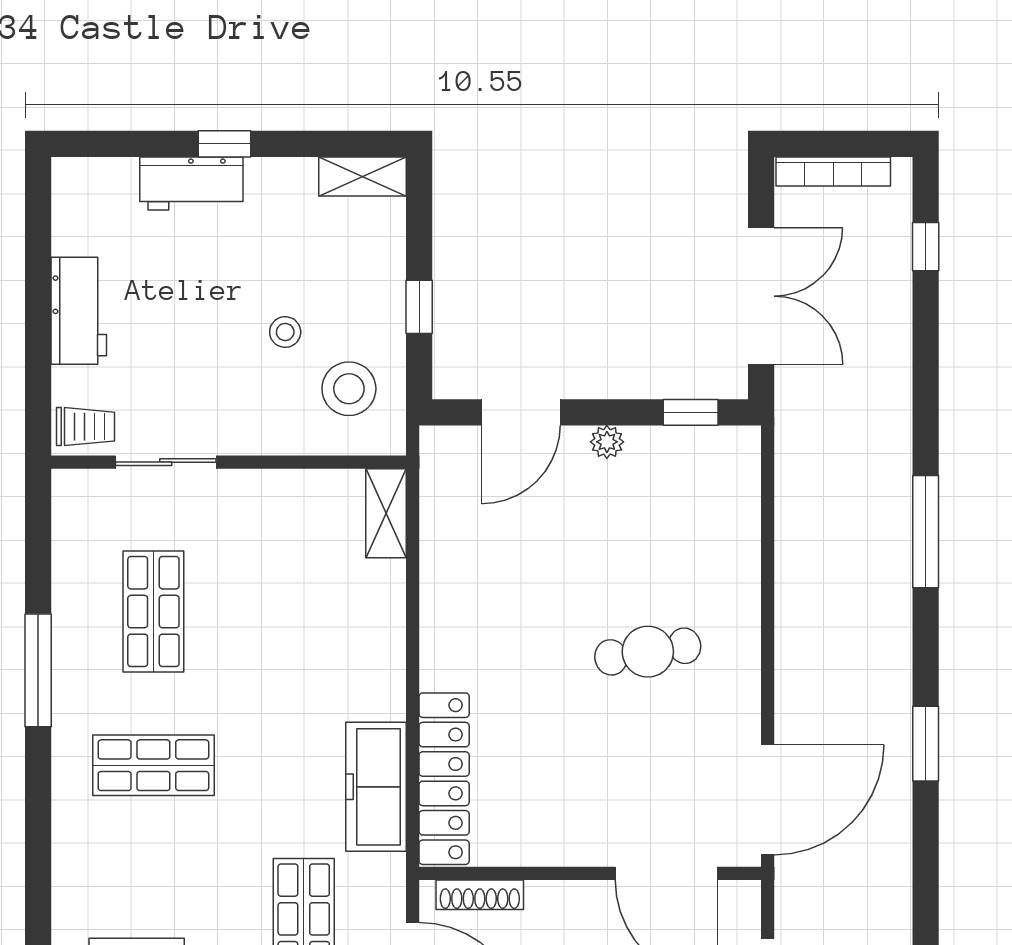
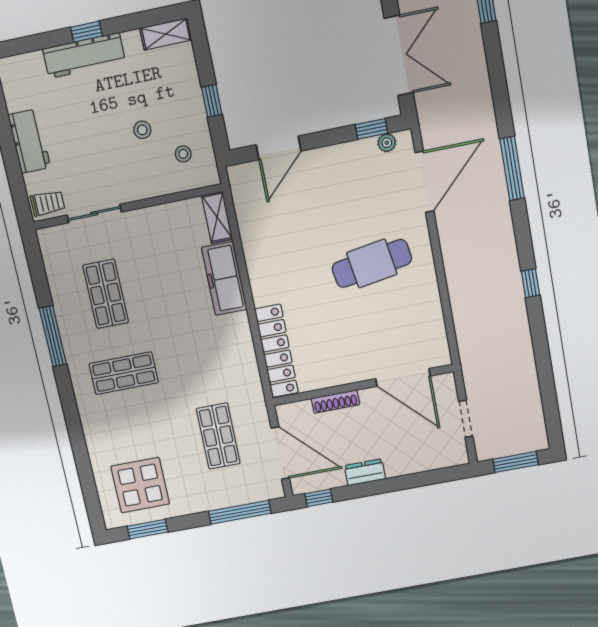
workbench: (191, 183) -> (84, 56), width x1.38
stool: (349, 389) -> (183, 154), width x0.53, depth x0.53
plant: (607, 442) -> (387, 143), moved
cafe table: (648, 652) -> (372, 263), width x1.37, depth x1.35
window: (926, 744) -> (530, 283), width x0.67
freezer: (376, 787) -> (224, 278), moved
door: (768, 800) -> (425, 182), moved
shoe rack: (480, 895) -> (335, 401), moved

